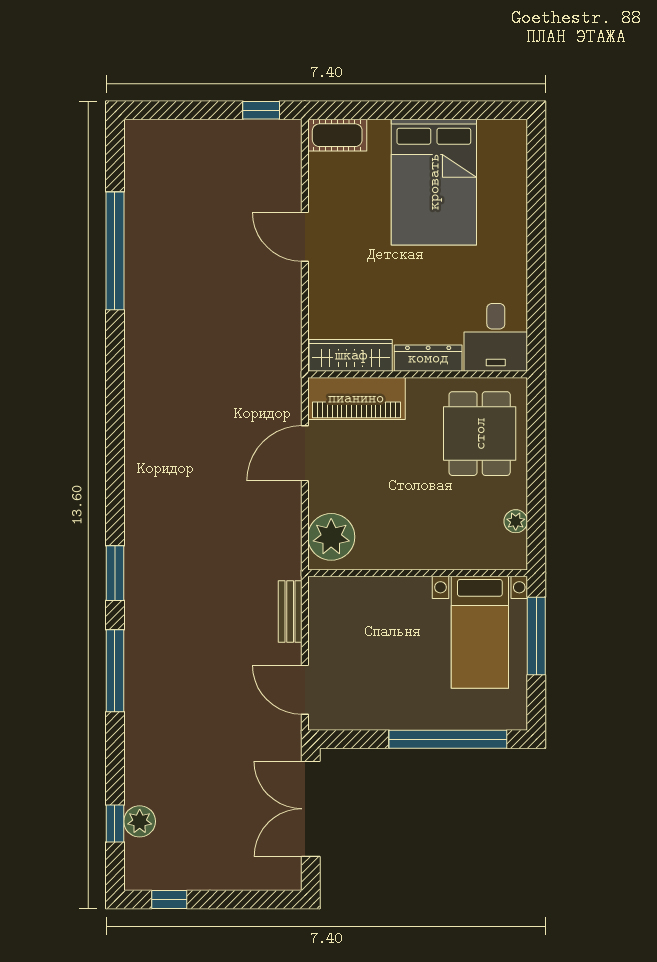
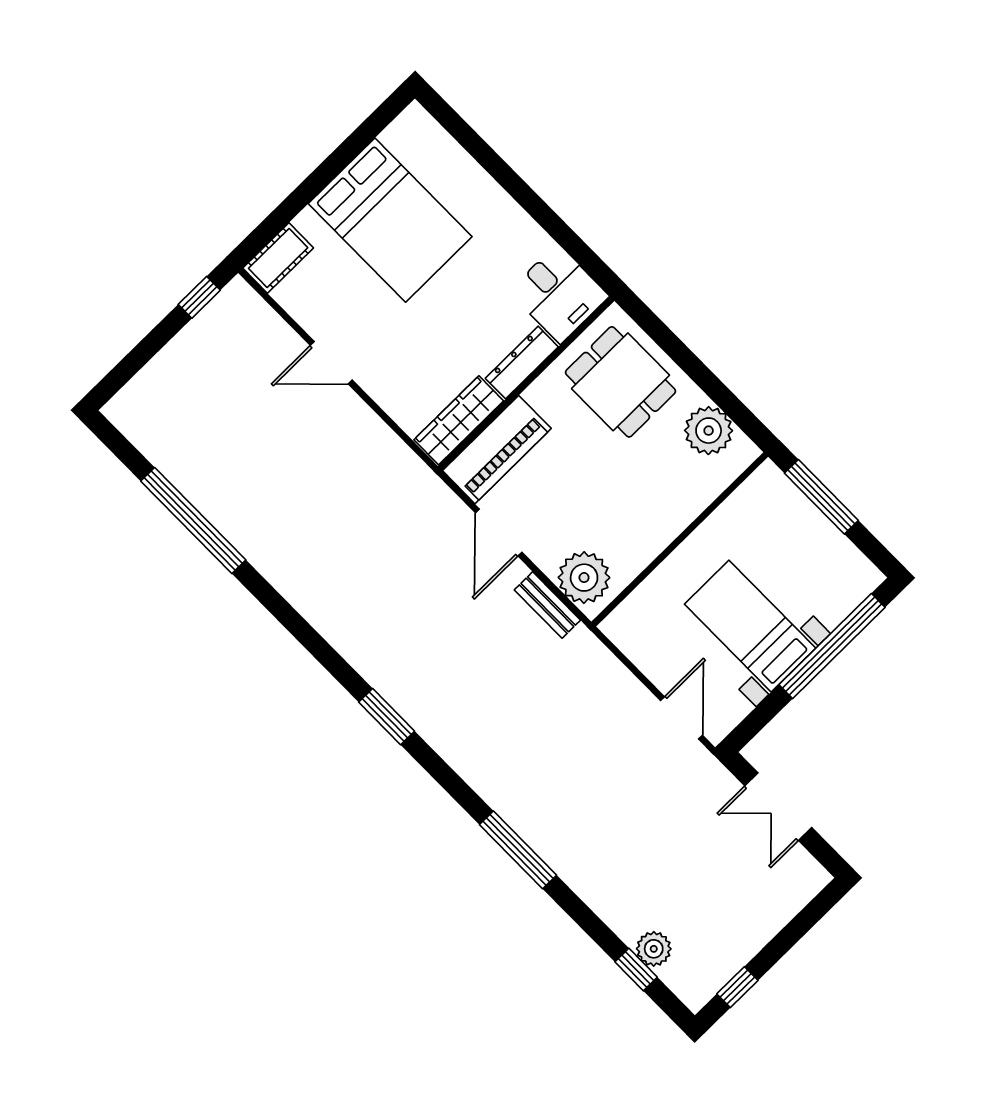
plant: (516, 521) -> (709, 431), width x1.87, depth x1.87
window: (115, 573) -> (387, 717), moved
bench: (290, 611) -> (547, 605), moved
bed with nightstands: (480, 632) -> (750, 626), moved, turned 180
door: (305, 690) -> (682, 718), swing flipped
double door: (311, 809) -> (778, 807), width x0.73

